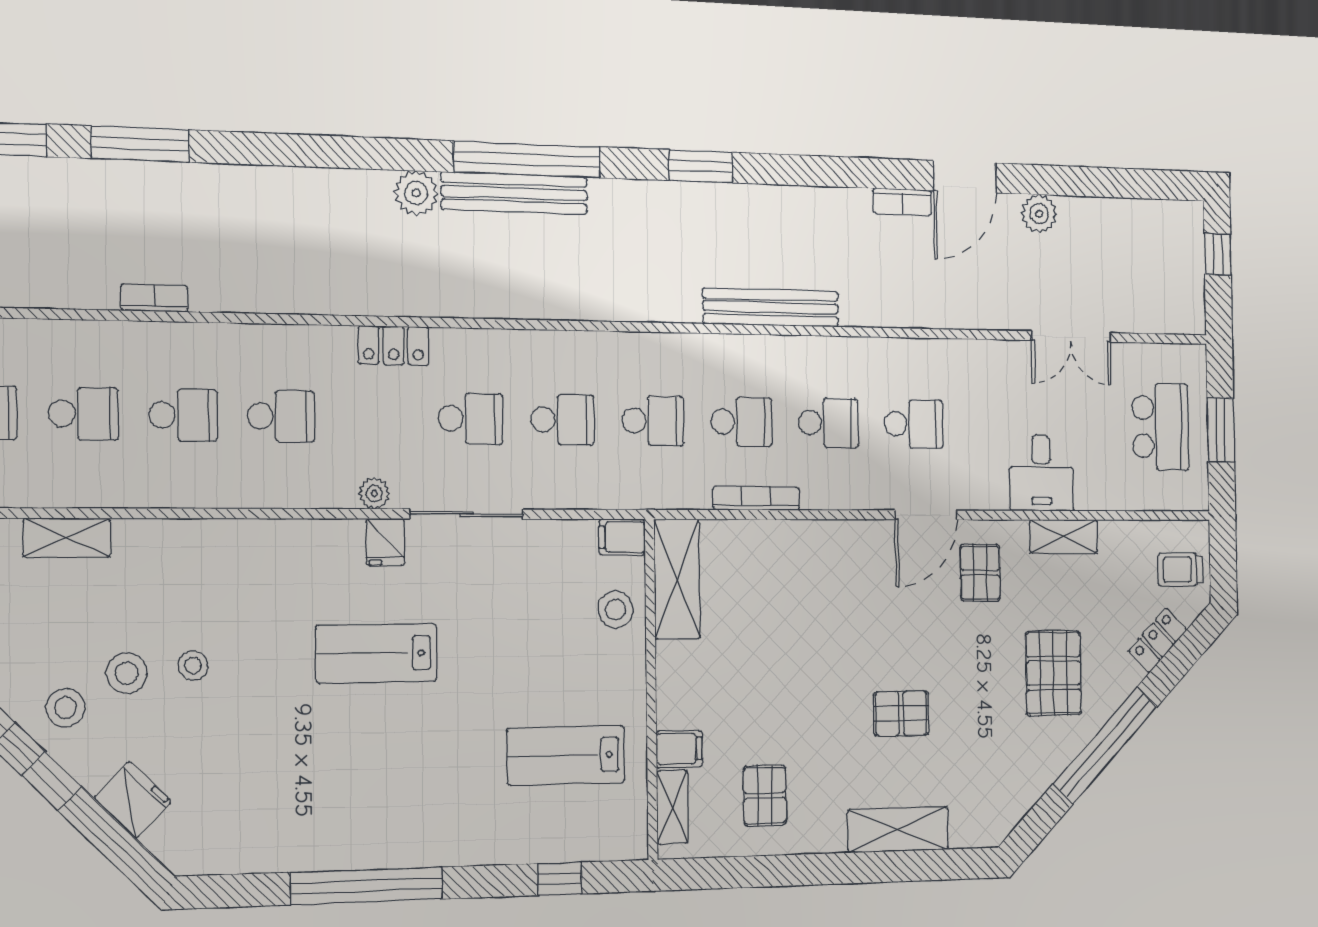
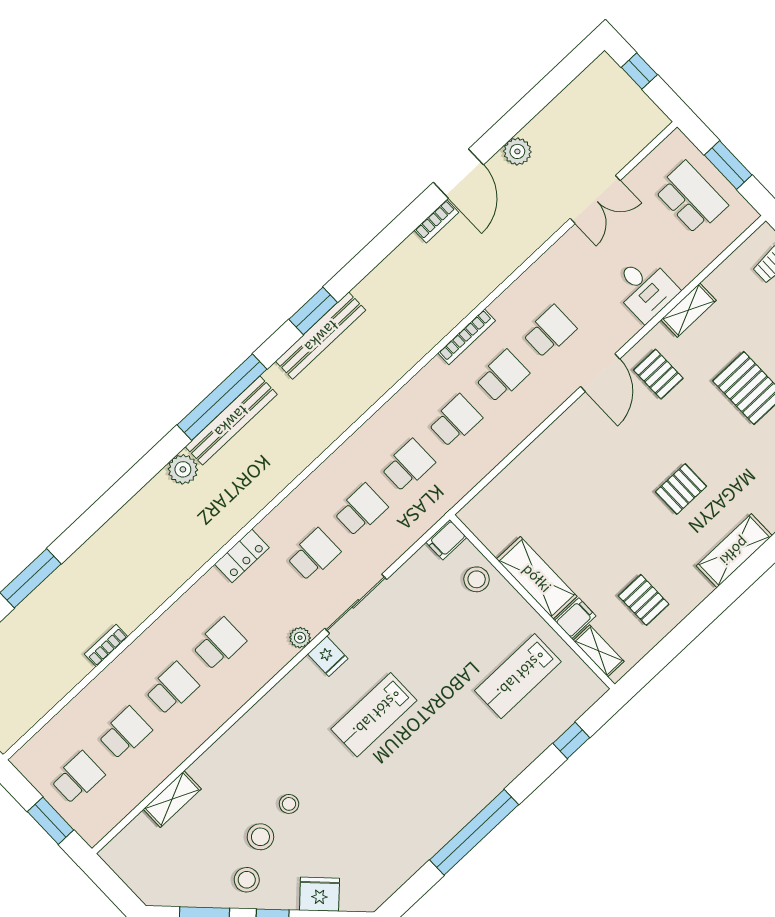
bench: (771, 307) -> (321, 336), moved
bookcase: (756, 498) -> (467, 337), moved, turned 180
shelving: (677, 579) -> (537, 578), moved

